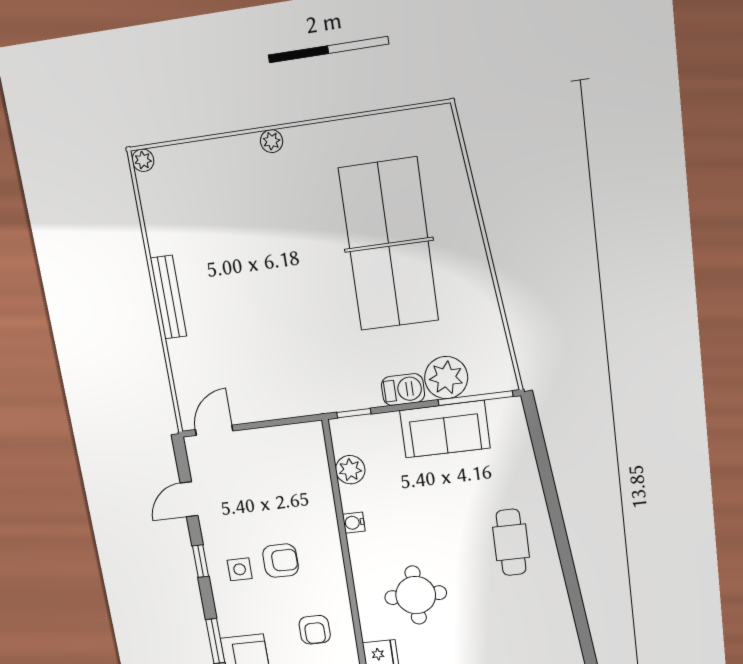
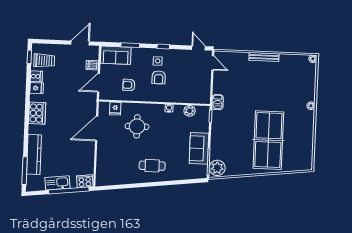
table tennis table: (389, 245) -> (268, 140), turned 90
plant: (446, 378) -> (217, 168), moved
barbecue: (403, 390) -> (218, 102), moved
door: (189, 499) -> (198, 48), moved

